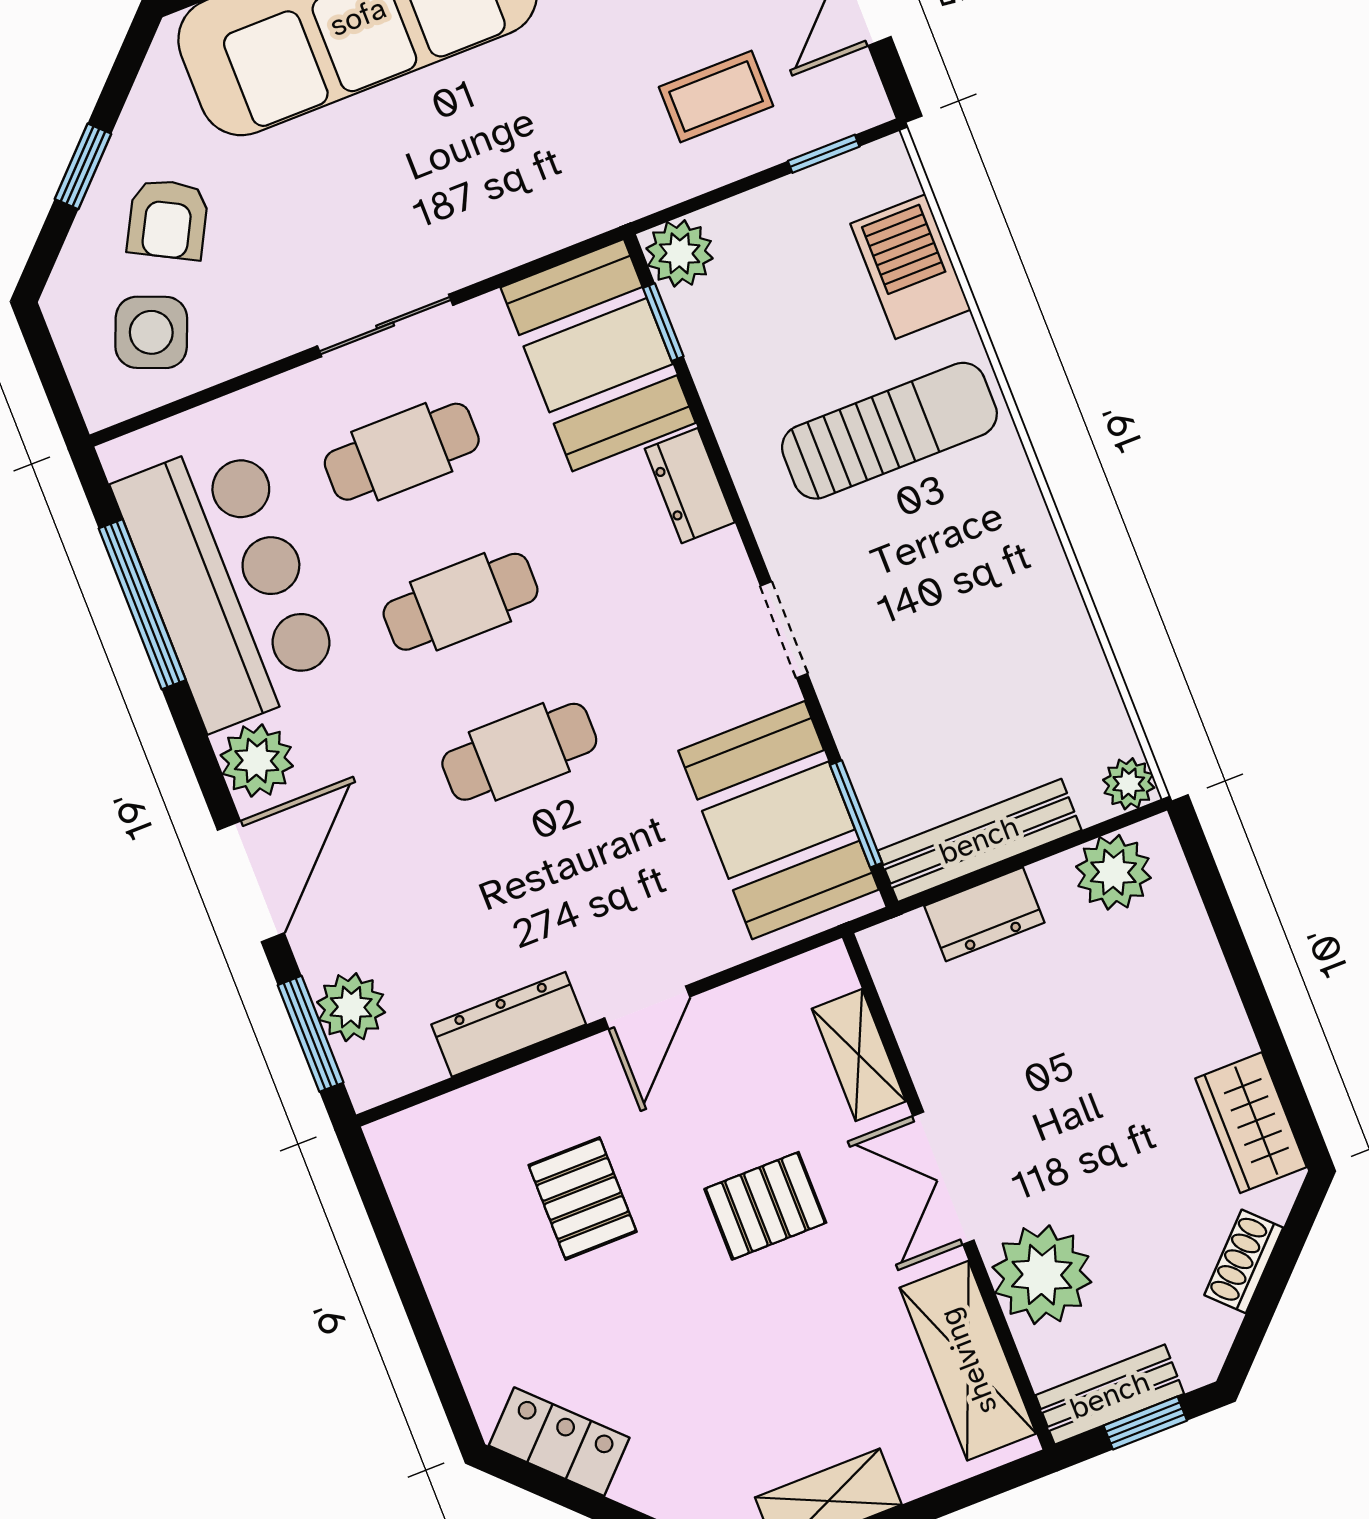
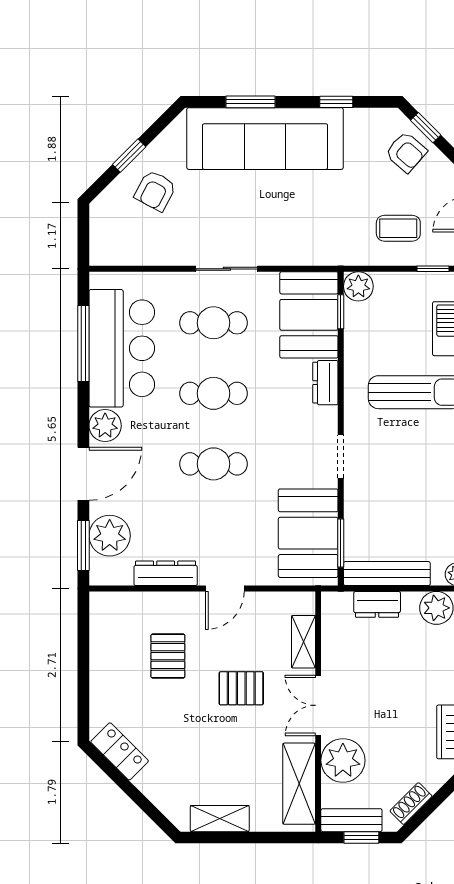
side table: (151, 332) -> (130, 234), removed
plant: (351, 1007) -> (110, 536), width x1.36, depth x1.36
shoe rack: (1244, 1261) -> (411, 804), moved

